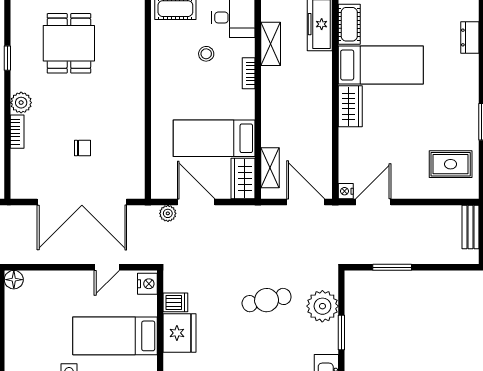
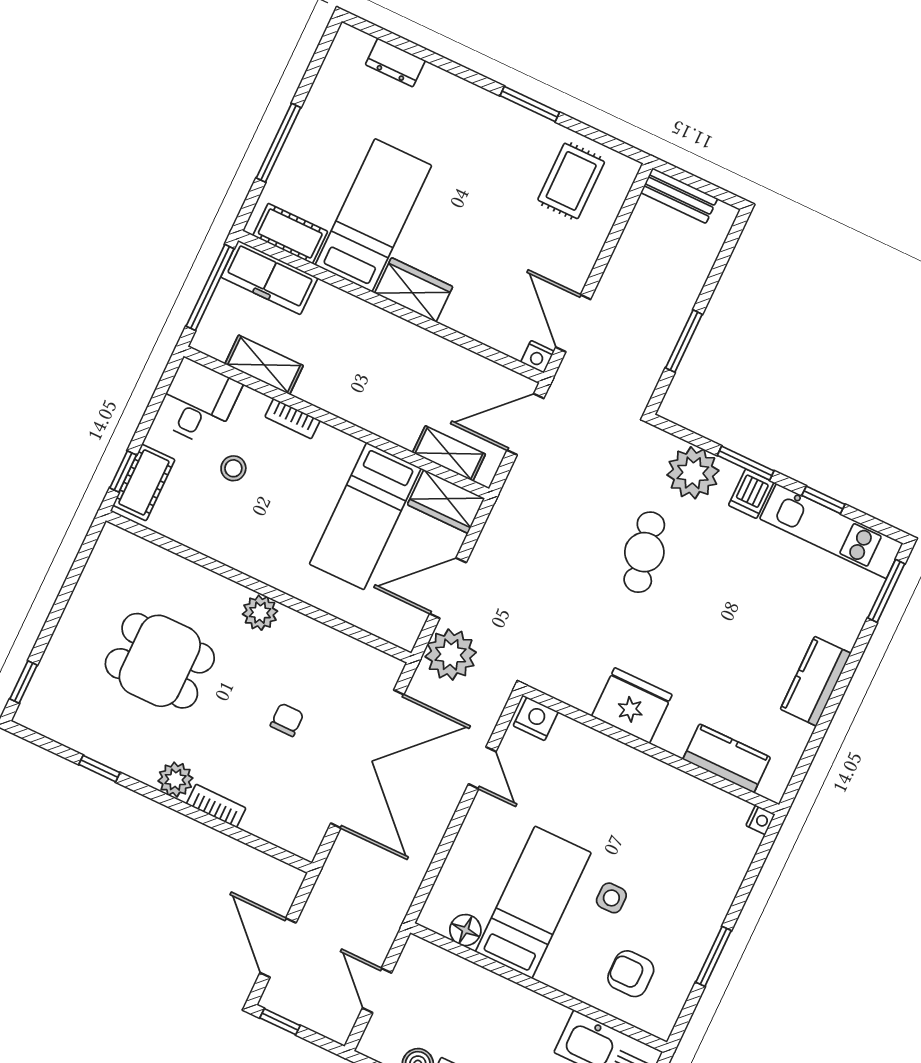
dining table: (69, 43) -> (160, 661), moved
plant: (134, 106) -> (260, 613), added
plant: (168, 213) -> (451, 655), width x1.88, depth x1.88
floor lamp: (14, 280) -> (465, 930), moved
dishwasher: (175, 302) -> (751, 494), moved, turned 180
bed: (115, 336) -> (533, 902), moved, turned 180

